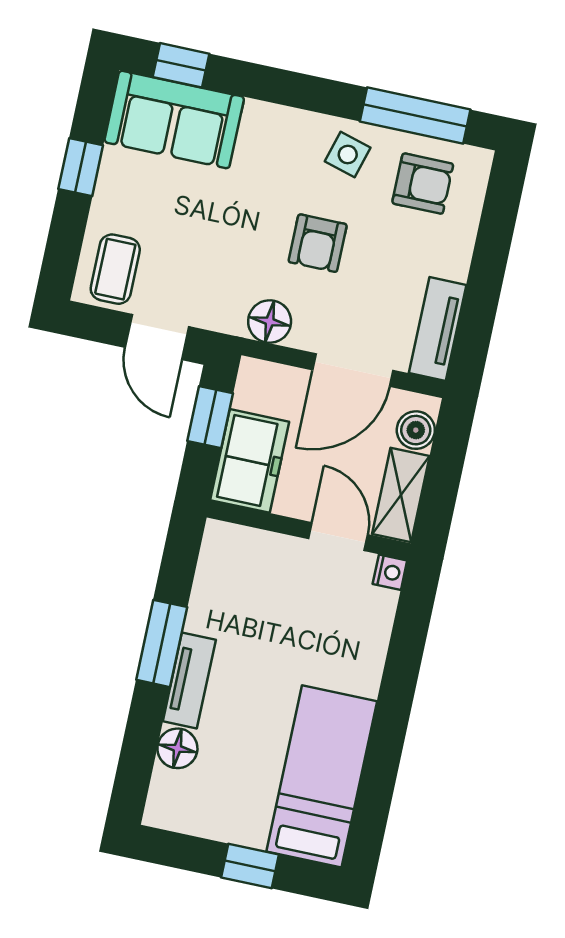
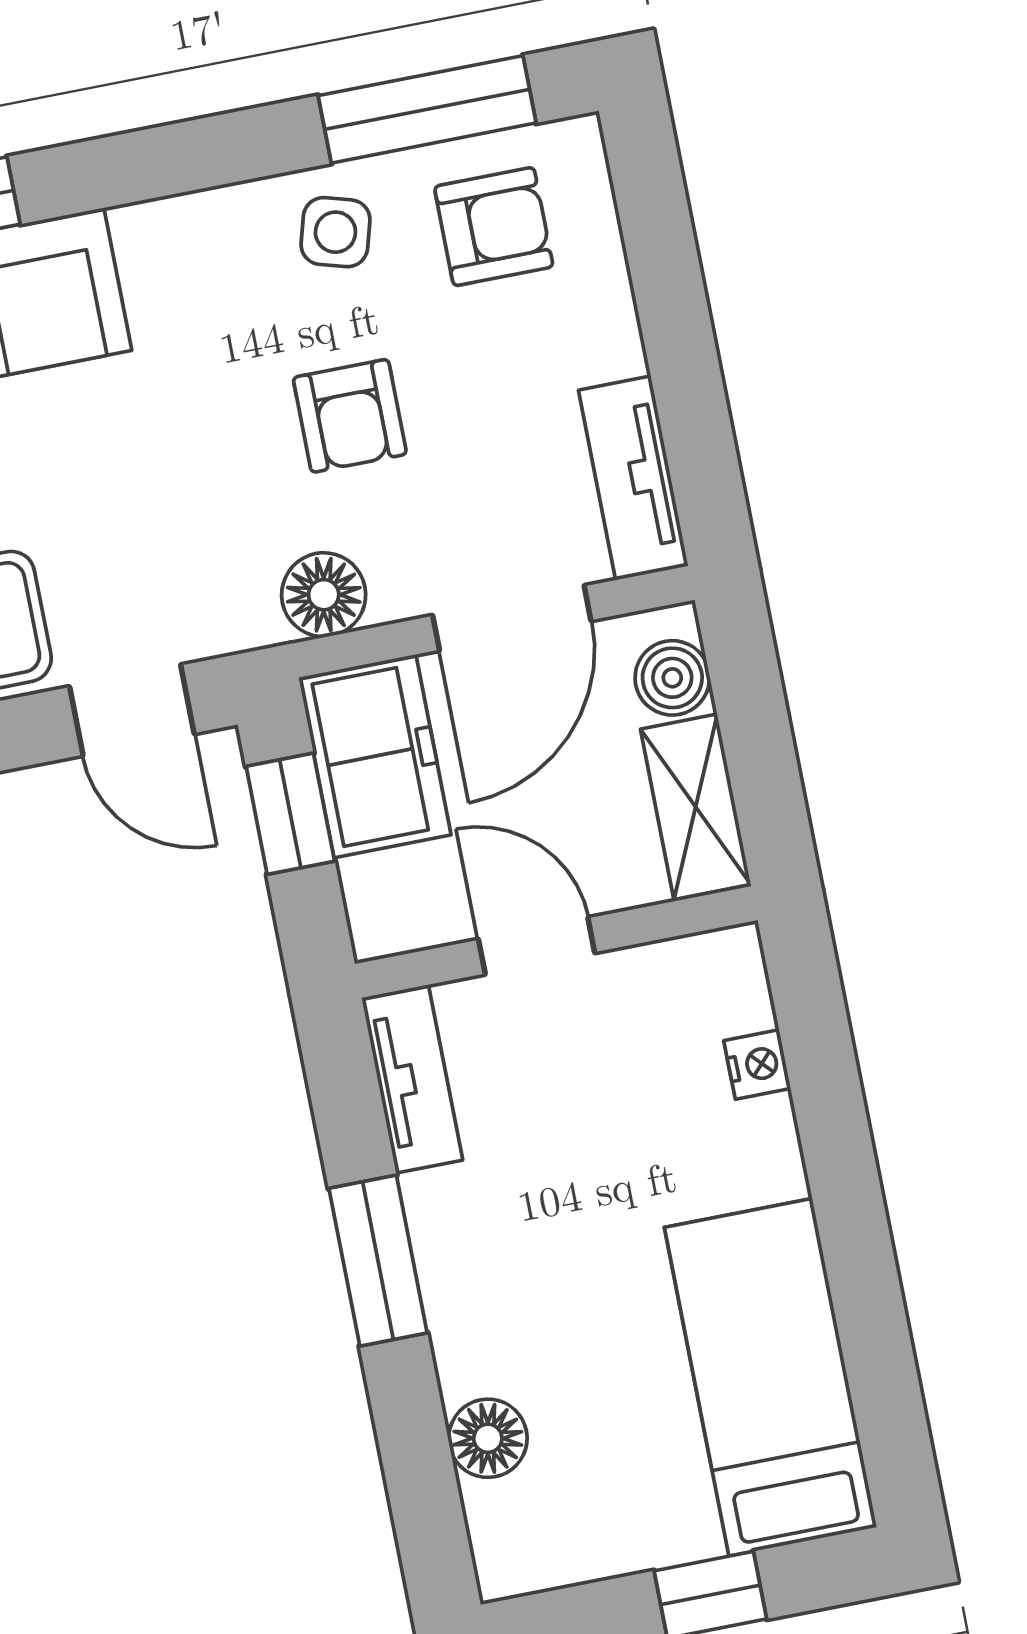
freezer: (250, 461) -> (375, 756), moved
door: (338, 537) -> (537, 946), moved
nightstand: (390, 572) -> (757, 1064), moved
tv unit: (189, 680) -> (412, 1079), moved

